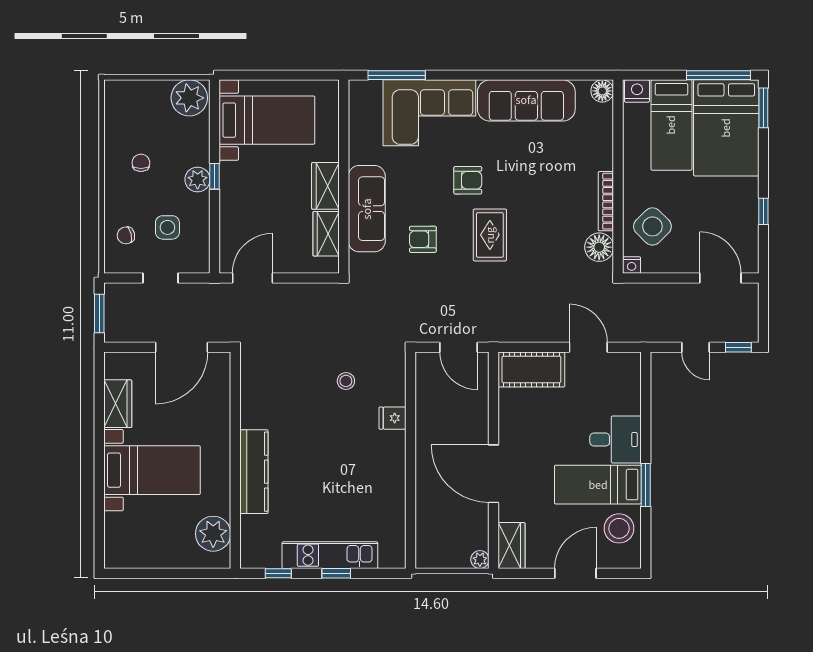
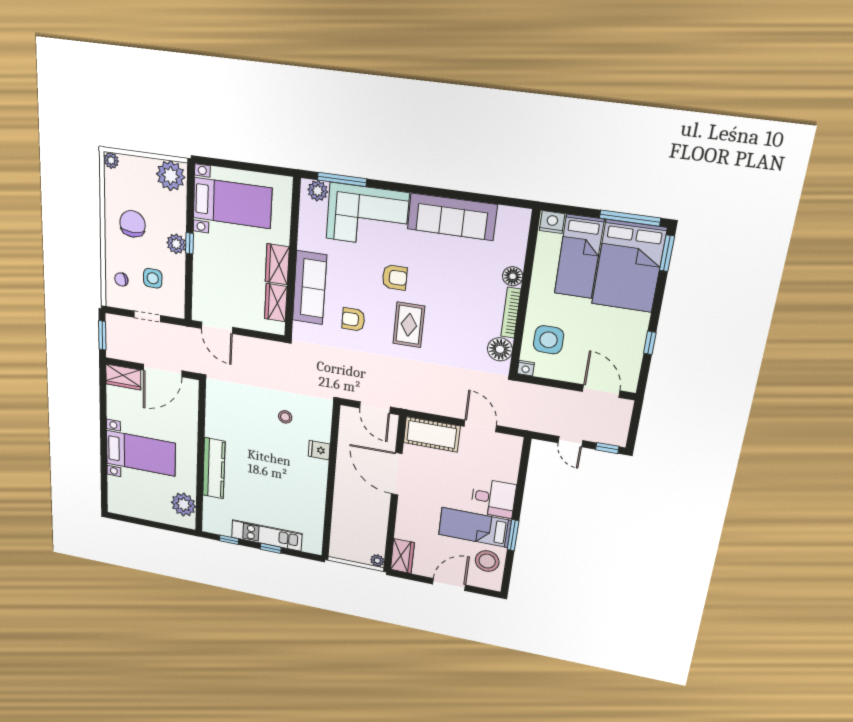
plant: (114, 89) -> (111, 160), added
floor lamp: (602, 91) -> (513, 276), moved
plant: (369, 92) -> (318, 191), added
chair: (141, 163) -> (133, 224), width x1.87, depth x1.87
side table: (652, 226) -> (549, 340), turned 45
door: (252, 278) -> (217, 328), swing flipped
wardrobe: (118, 404) -> (123, 377), moved, turned 90
door: (494, 474) -> (397, 474), moved

